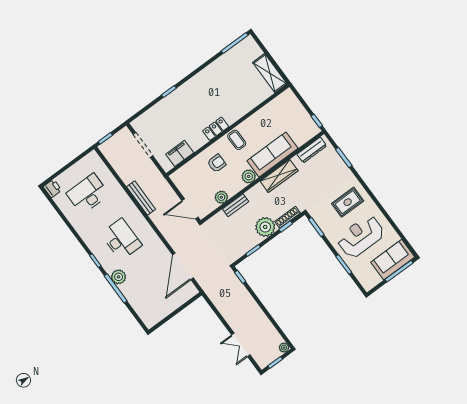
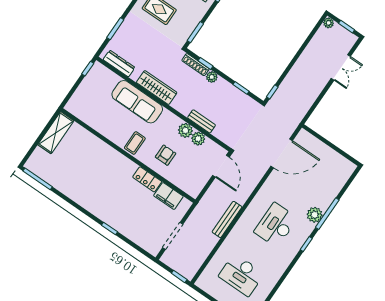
locker: (216, 129) -> (147, 179), moved
armchair: (217, 163) -> (166, 155), turned 90
plant: (249, 176) -> (185, 130), moved
plant: (265, 227) -> (212, 77), width x0.53, depth x0.53

